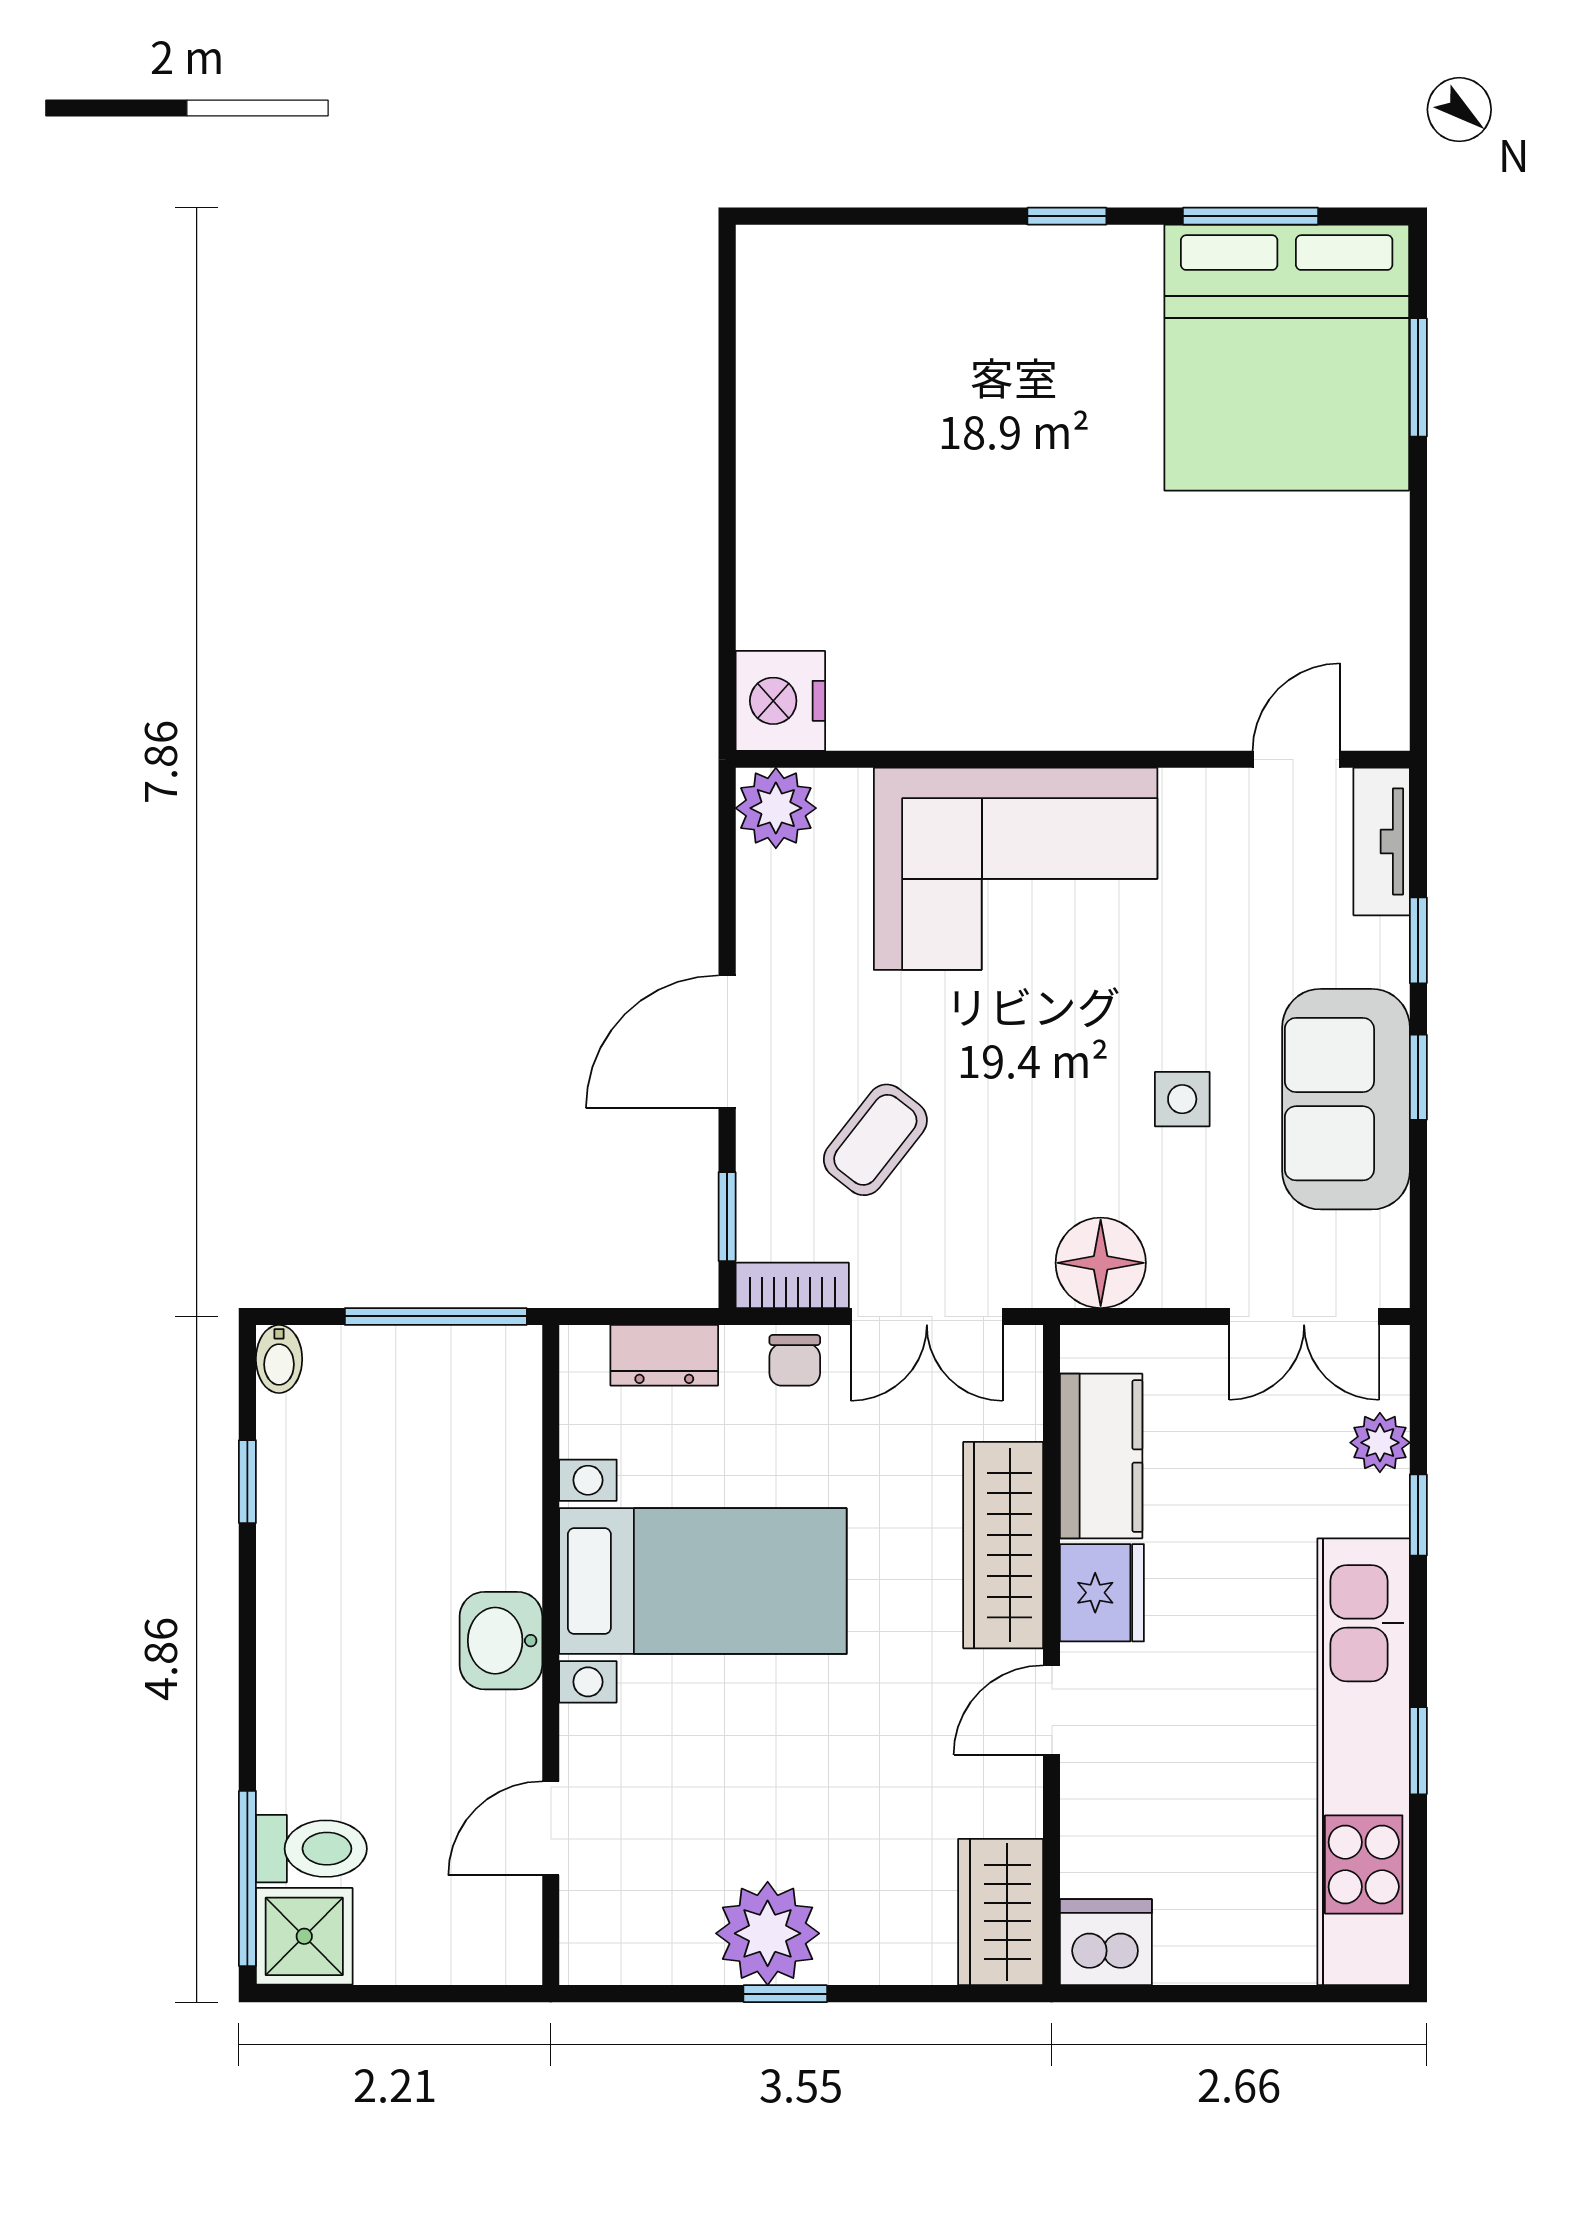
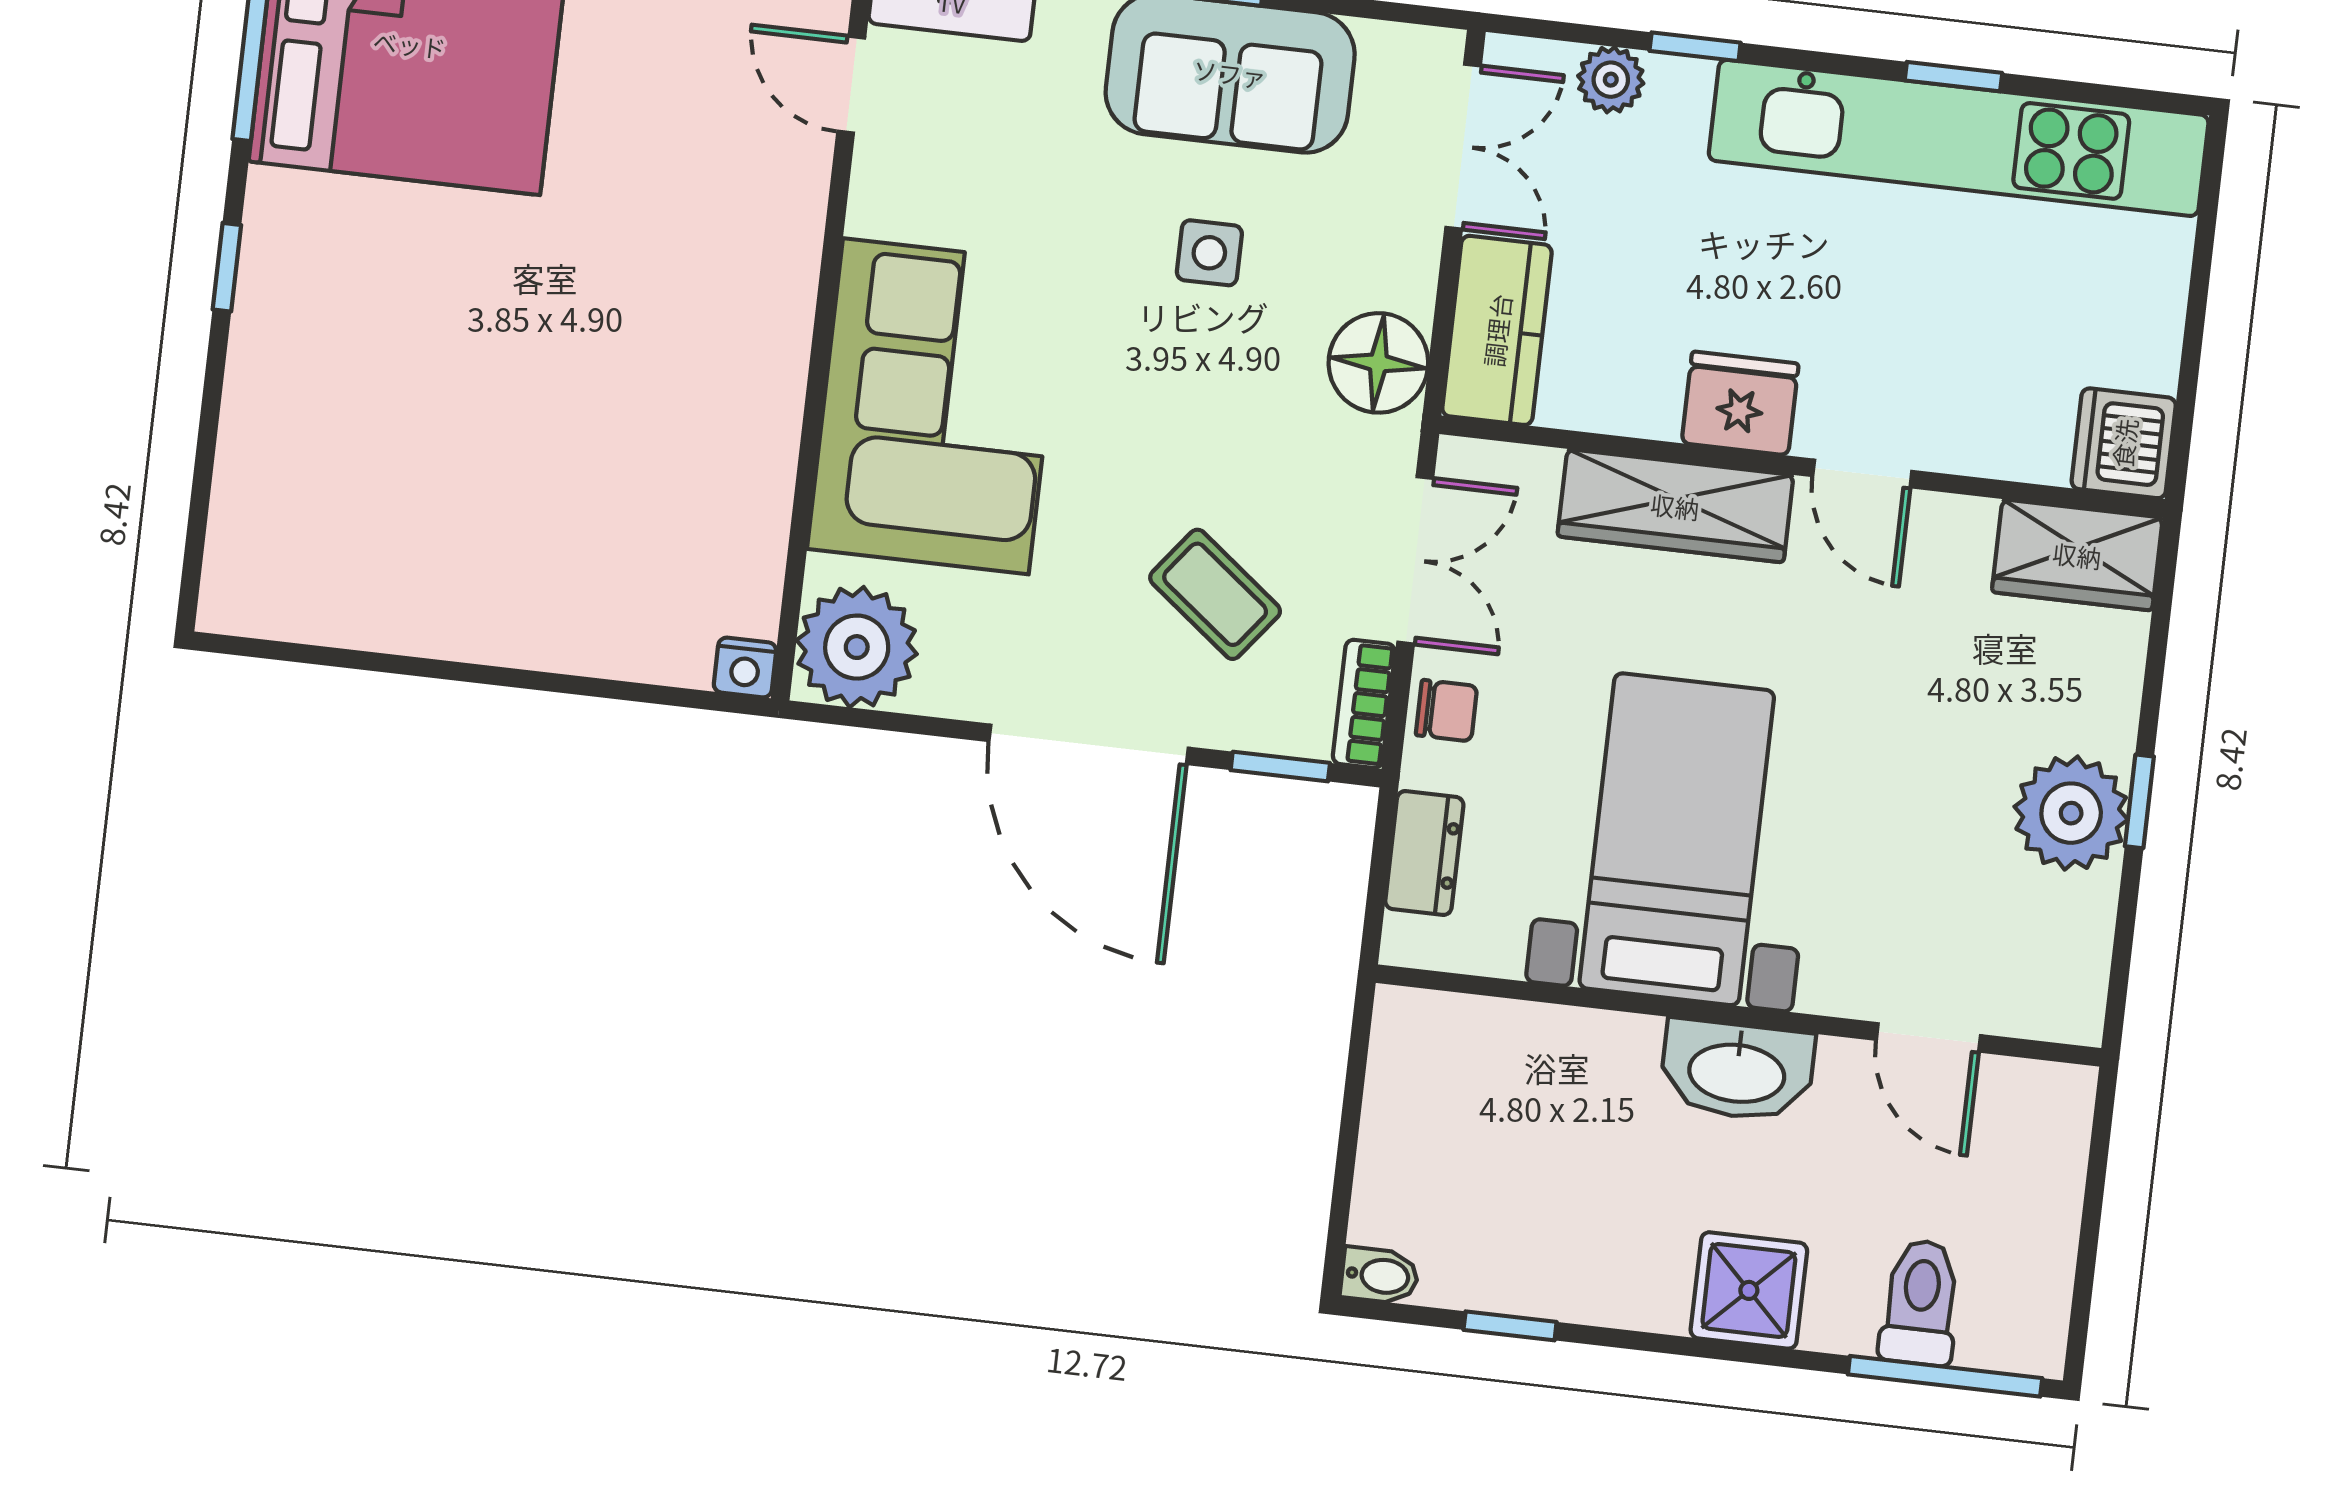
nightstand: (780, 701) -> (745, 667), width x0.53, depth x0.56
plant: (776, 808) -> (857, 647), width x1.36, depth x1.36
door: (727, 1042) -> (1089, 744), width x1.36
window: (436, 1316) -> (1353, 1098), removed
kitchen counter: (1101, 1456) -> (1497, 330), moved, turned 90
washbasin: (501, 1641) -> (1737, 1071), width x1.38
shower: (304, 1936) -> (1749, 1290), moved

